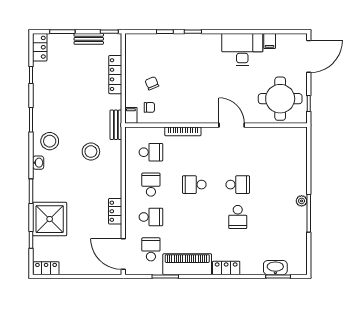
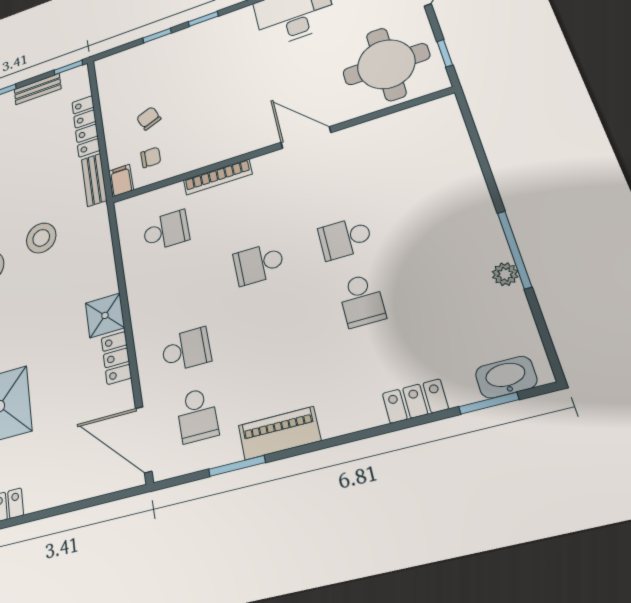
bench: (116, 125) -> (94, 180), moved
stool: (91, 152) -> (41, 238), moved
school desk: (151, 185) -> (176, 288), removed
school desk: (238, 185) -> (345, 238), turned 180
shower: (112, 188) -> (105, 315), added
plant: (302, 201) -> (505, 274), moved
school desk: (151, 249) -> (197, 415), turned 180
piano: (187, 264) -> (279, 433), width x0.73, depth x0.75
locker: (226, 268) -> (415, 401), moved
washbasin: (275, 268) -> (506, 377), moved

